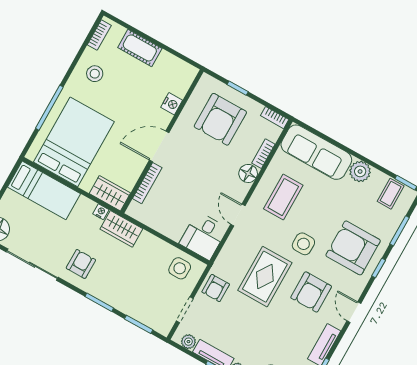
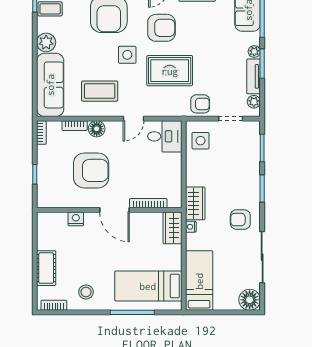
armchair: (220, 119) -> (91, 170), moved
bed: (74, 142) -> (148, 286), width x0.67

